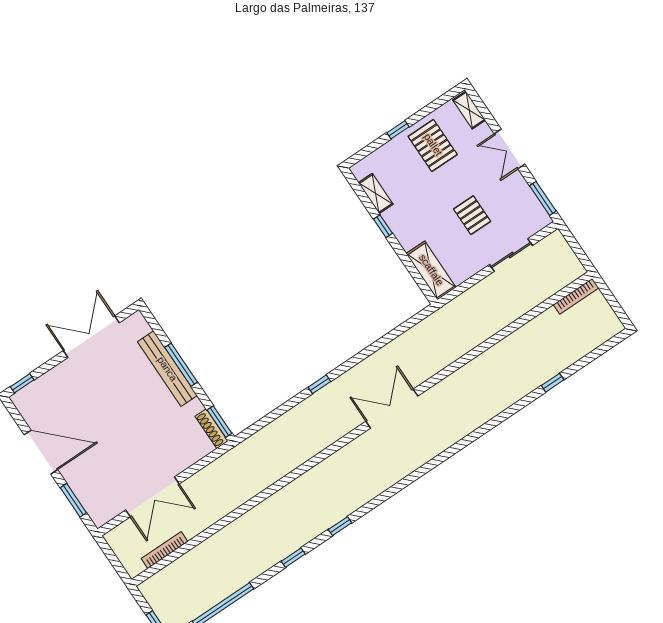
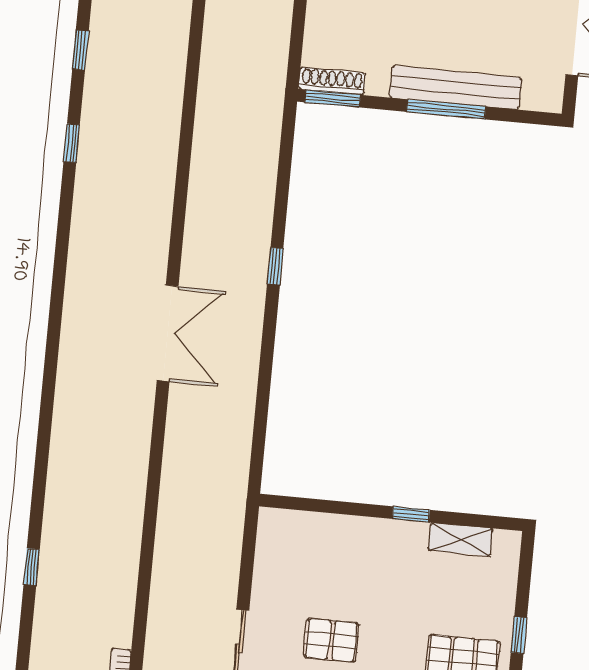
shelving: (431, 270) -> (304, 529), removed

